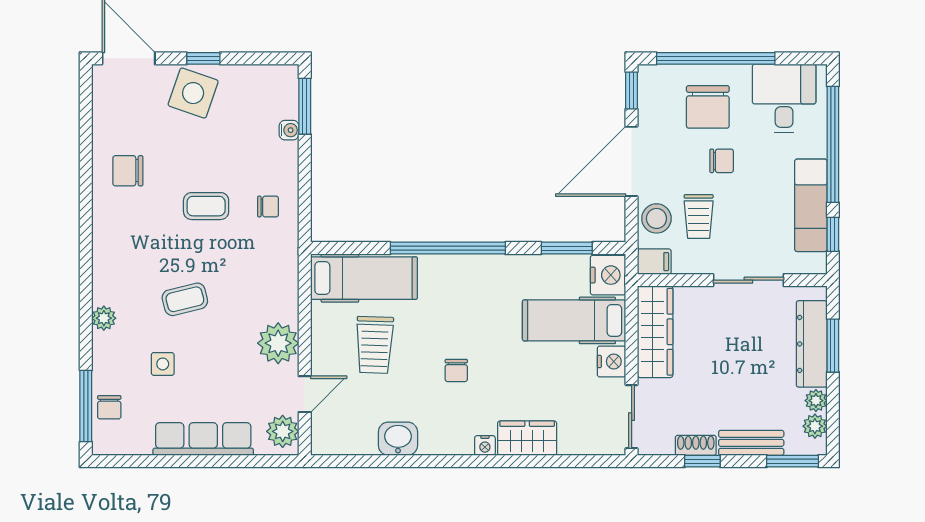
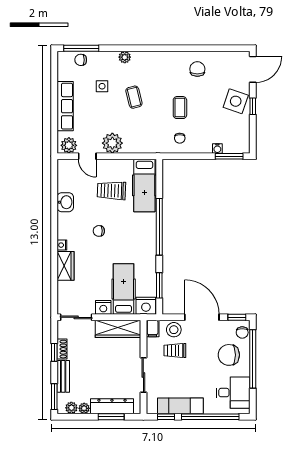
chair: (722, 161) -> (242, 332), moved

